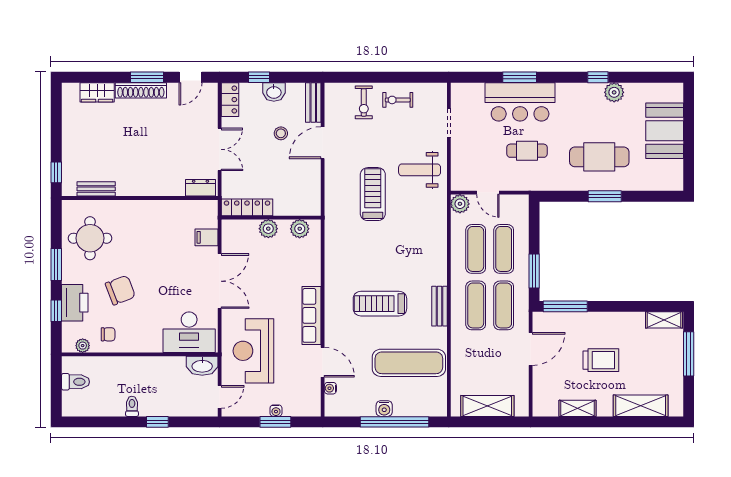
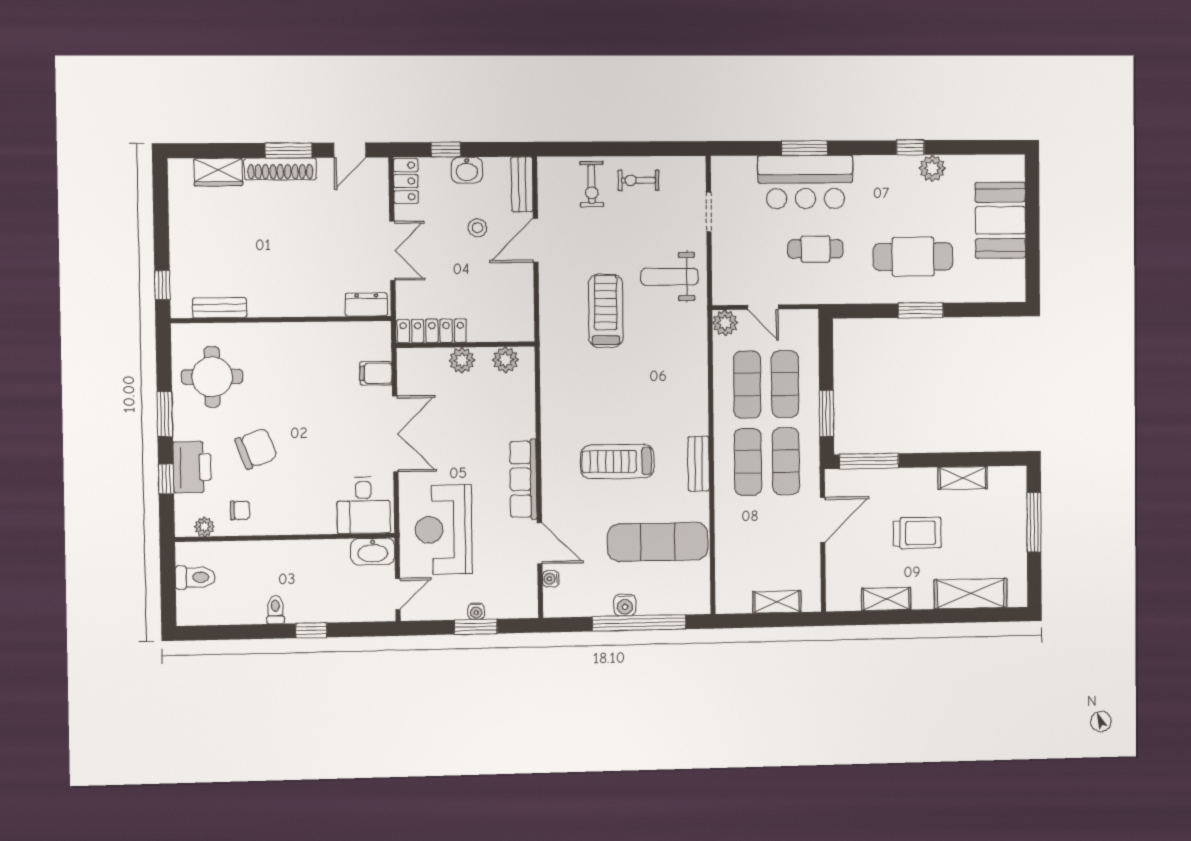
shelving: (664, 320) -> (963, 478), moved
desk: (189, 332) -> (364, 505), width x0.73
shelving: (487, 406) -> (777, 602), width x0.67, depth x0.75

